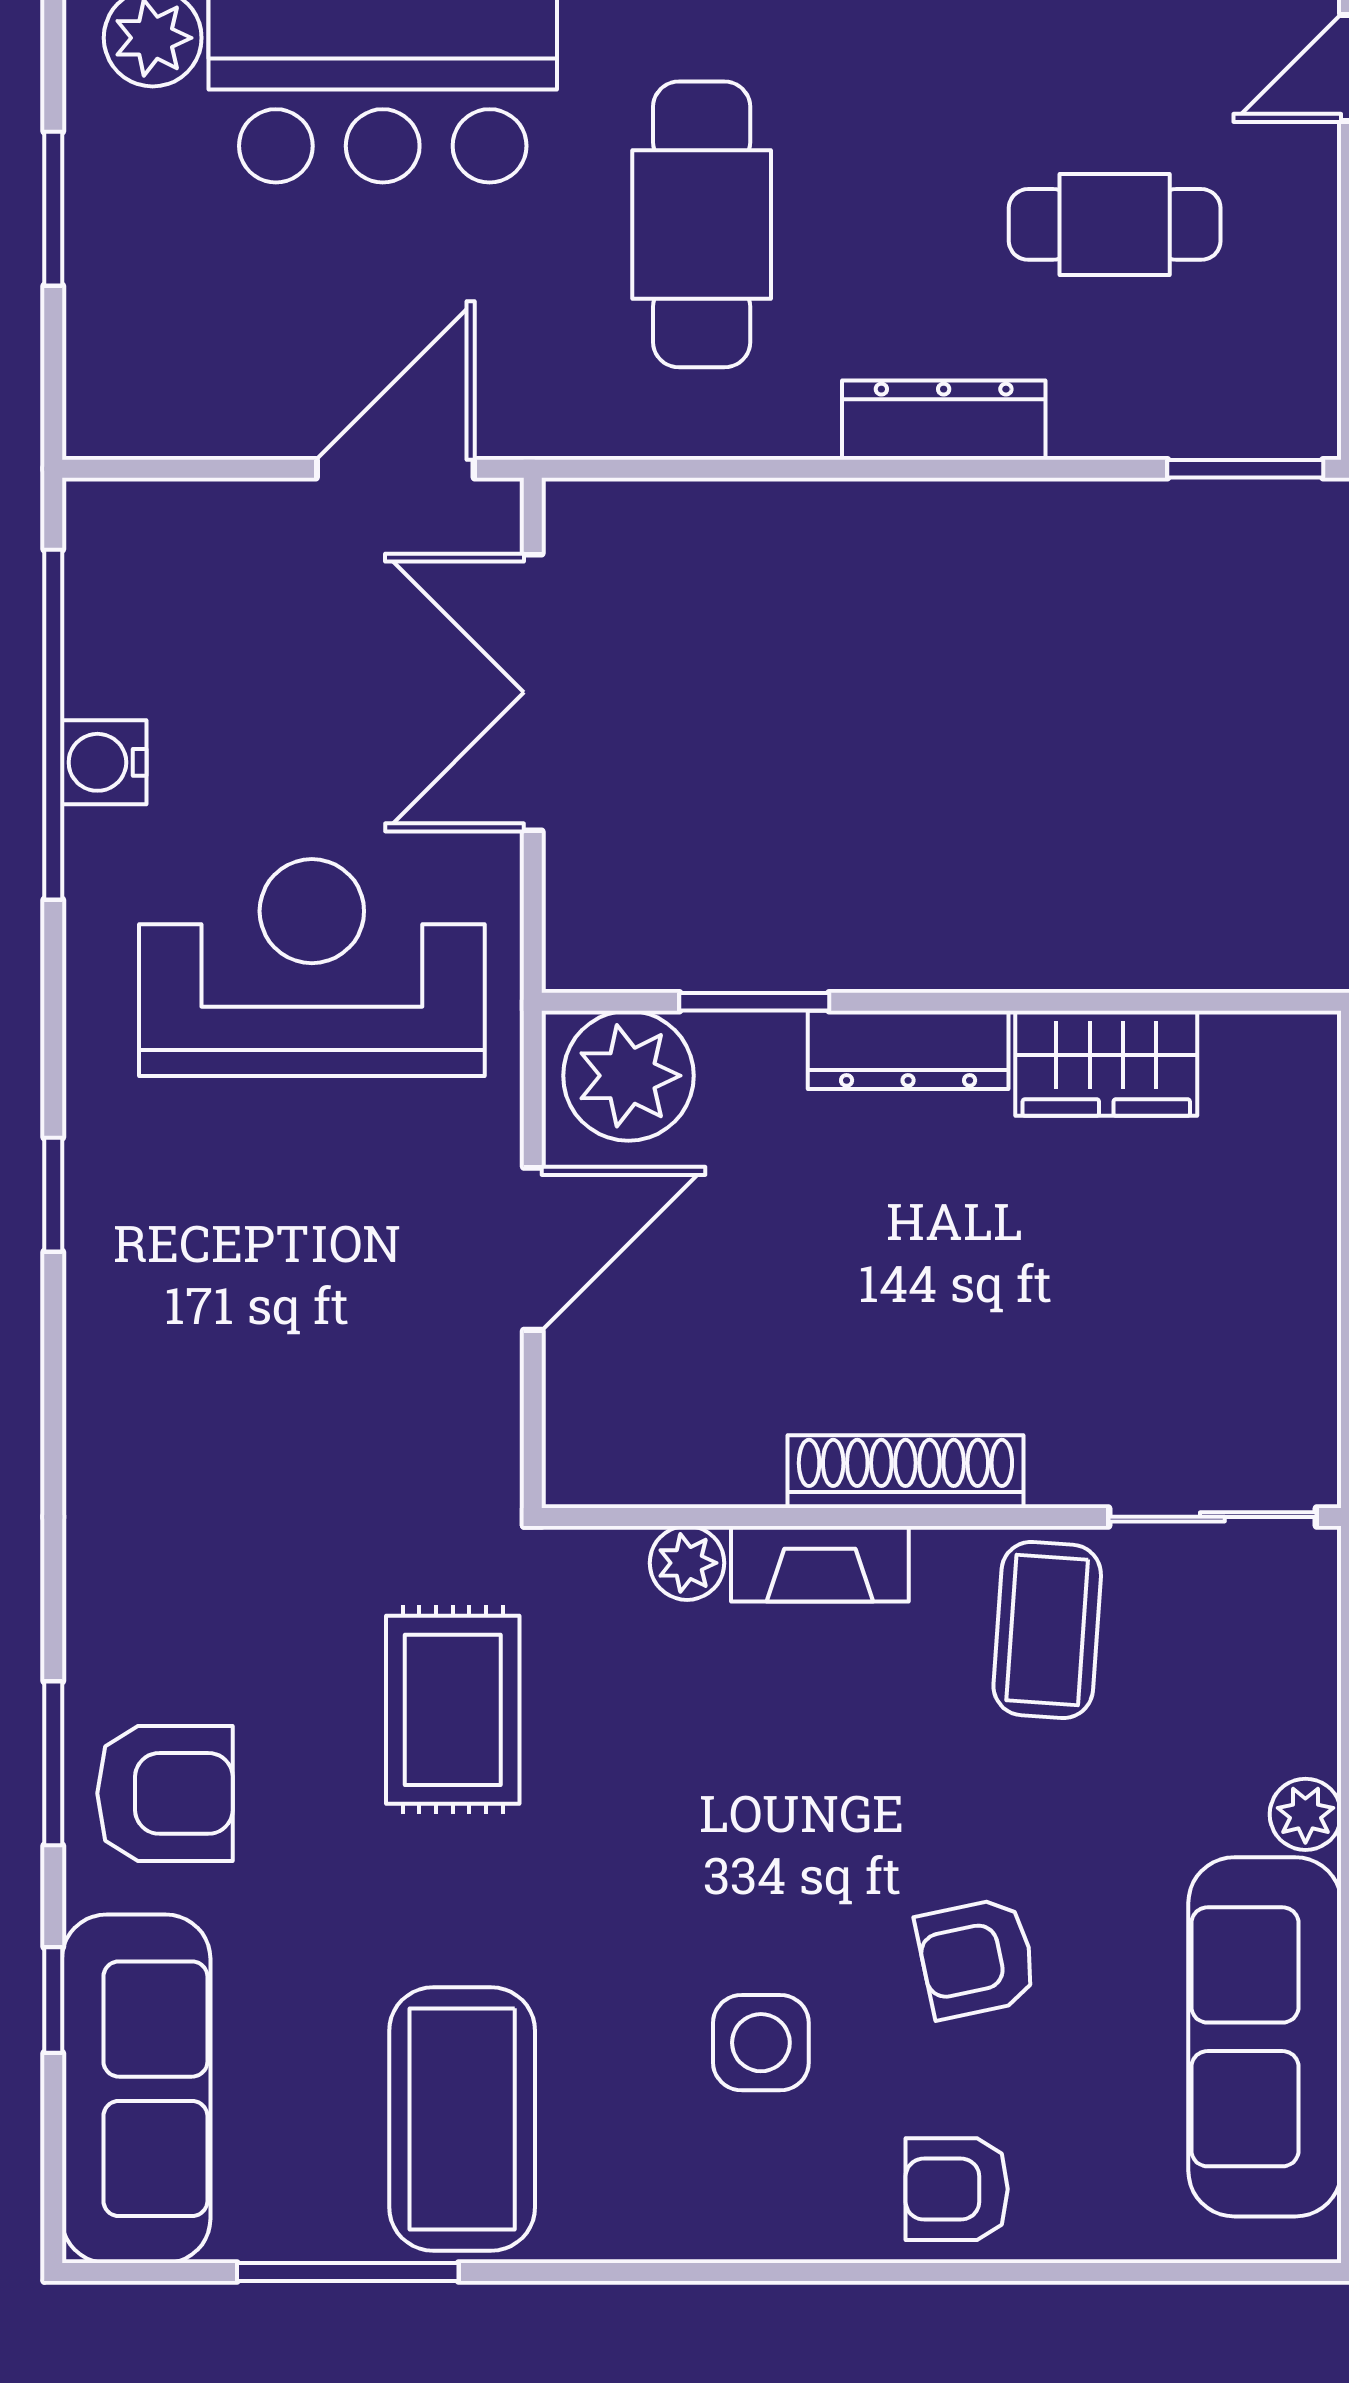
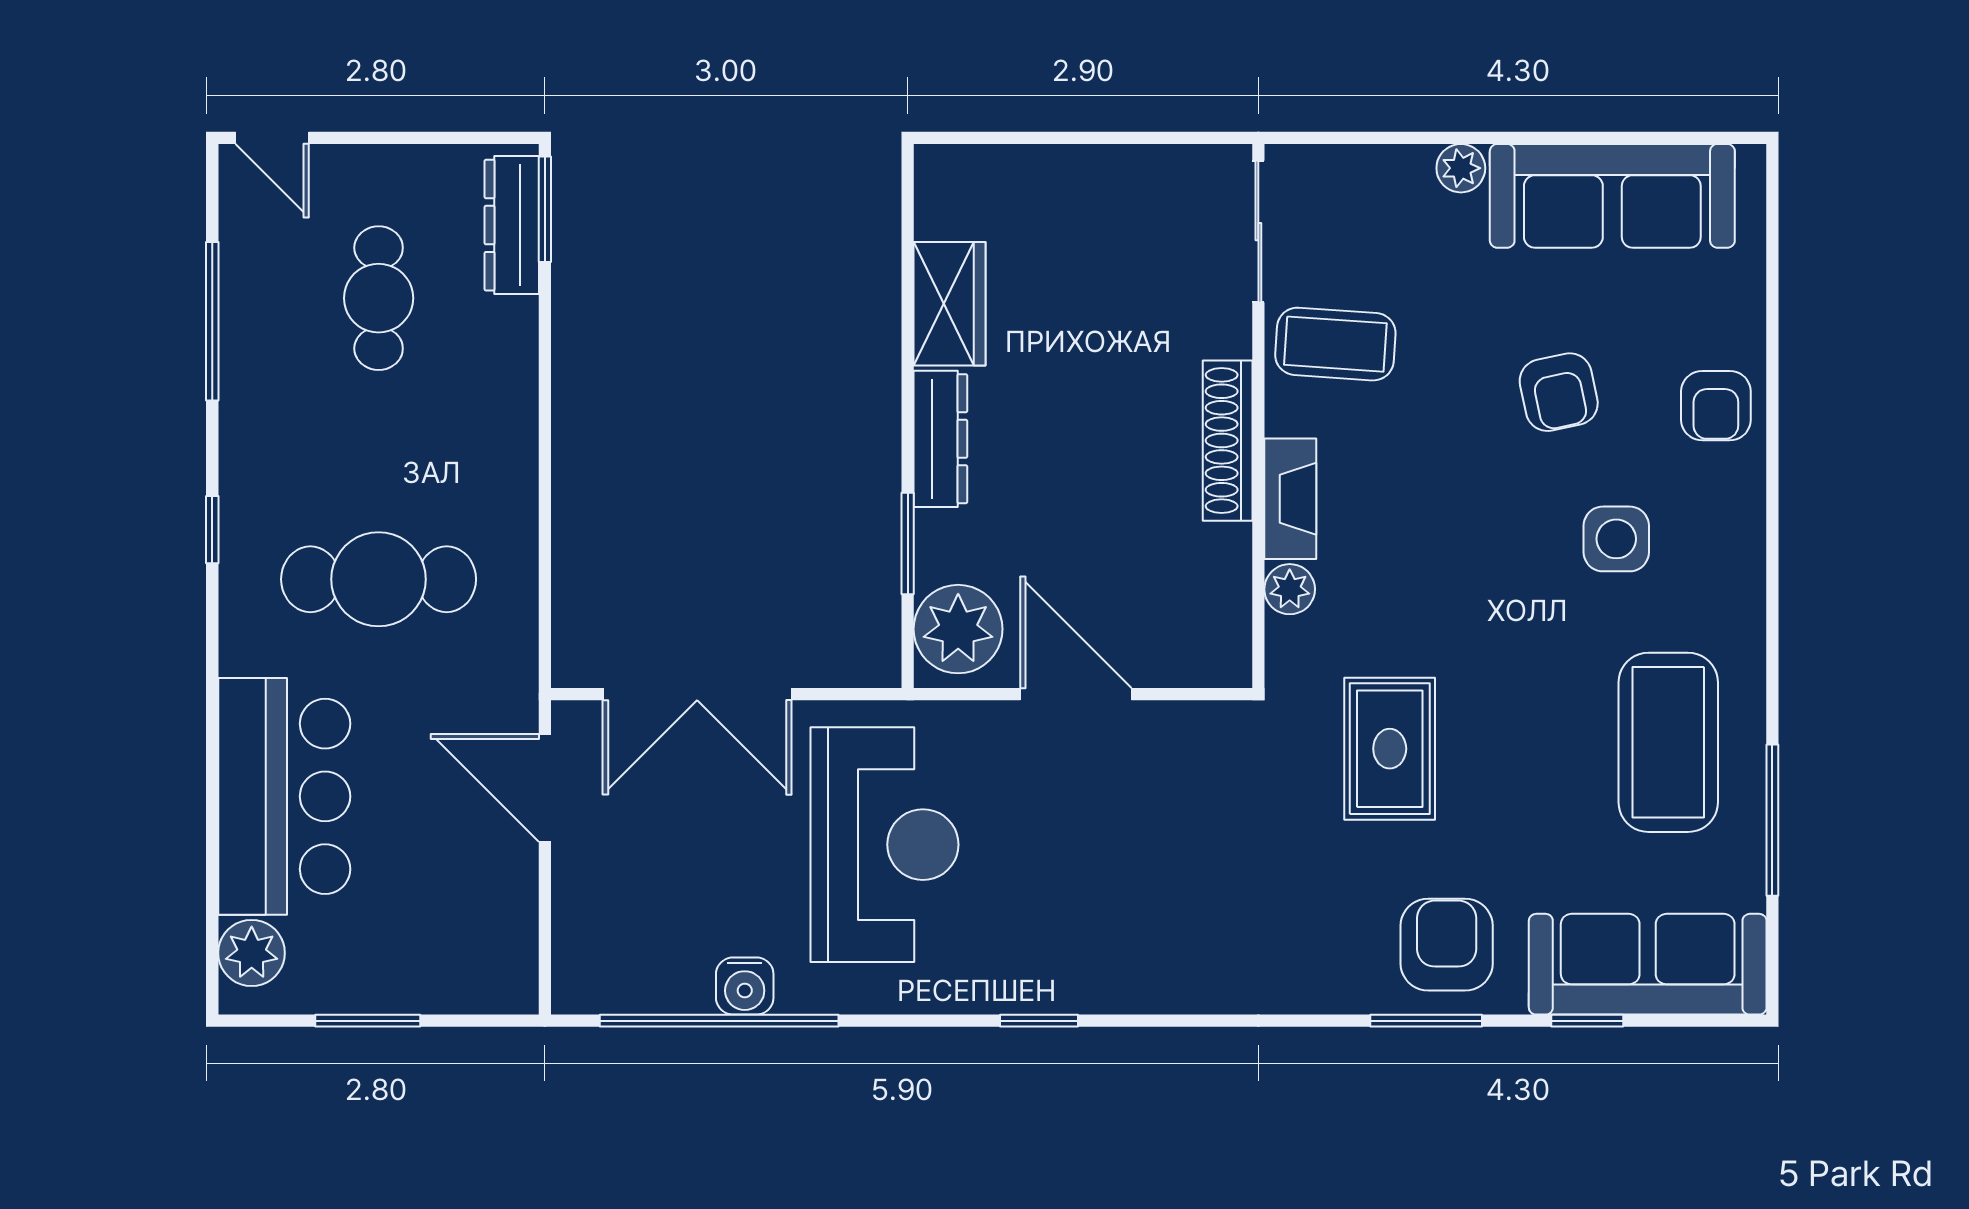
dresser: (944, 420) -> (512, 225), moved
reception desk: (312, 968) -> (884, 845), turned 180
rug: (453, 1710) -> (1390, 749), turned 90
coffee table: (462, 2119) -> (1668, 742), turned 90

